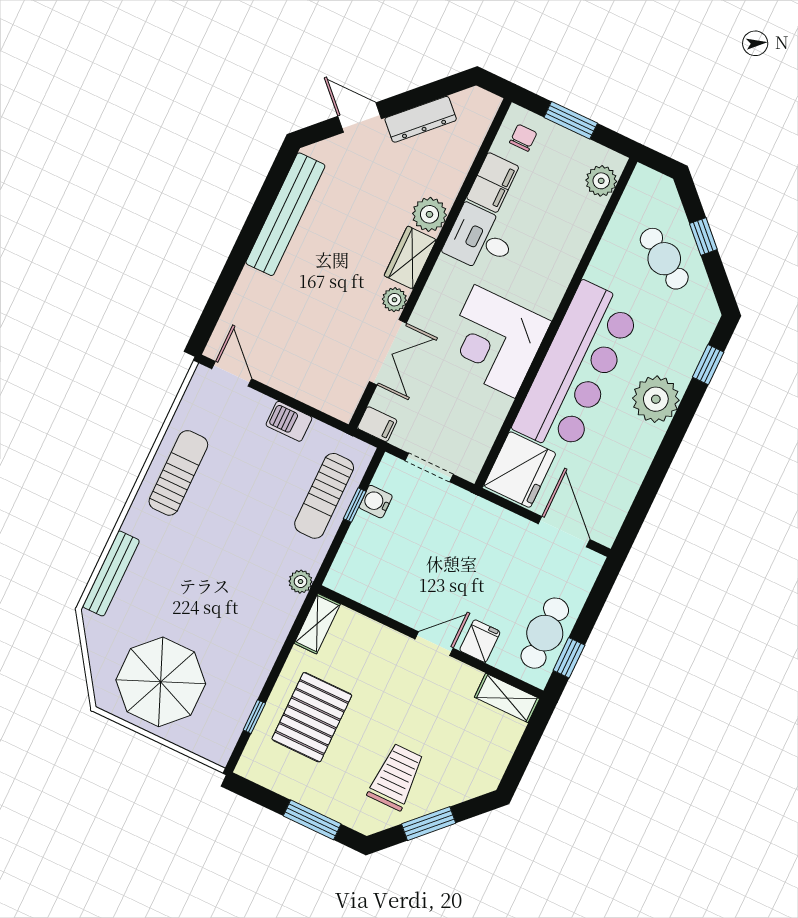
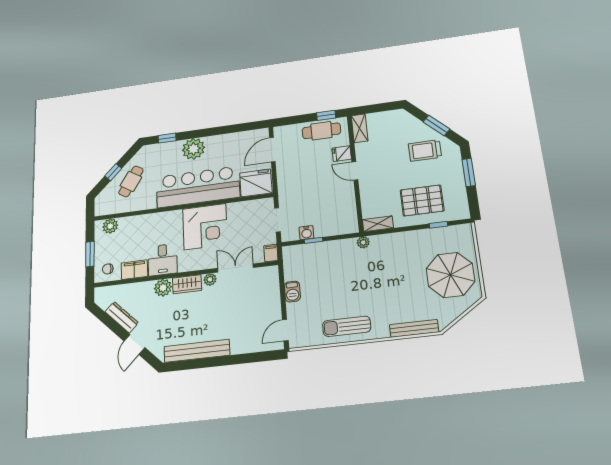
sun lounger: (324, 496) -> (317, 256), removed

